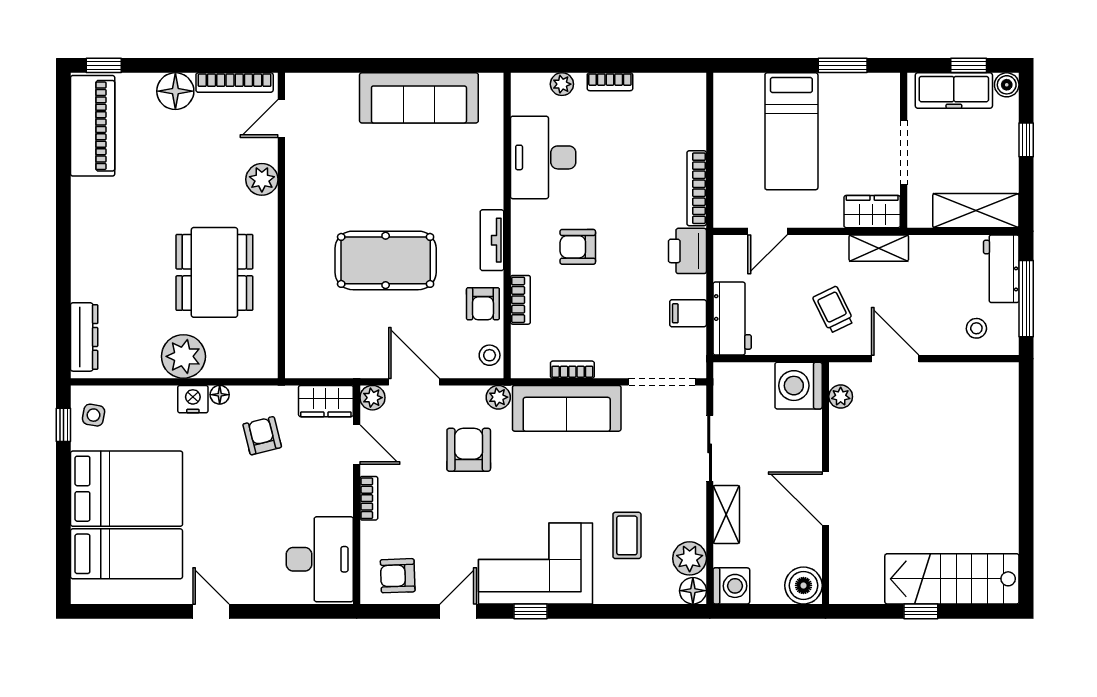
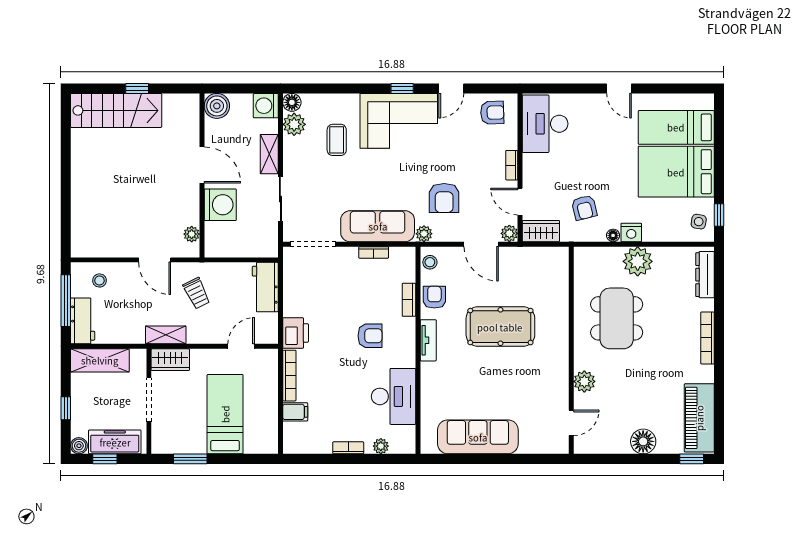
bookcase: (235, 83) -> (707, 338), moved, turned -90
filing cabinet: (688, 313) -> (295, 412), moved
washing machine: (799, 386) -> (220, 205), moved

